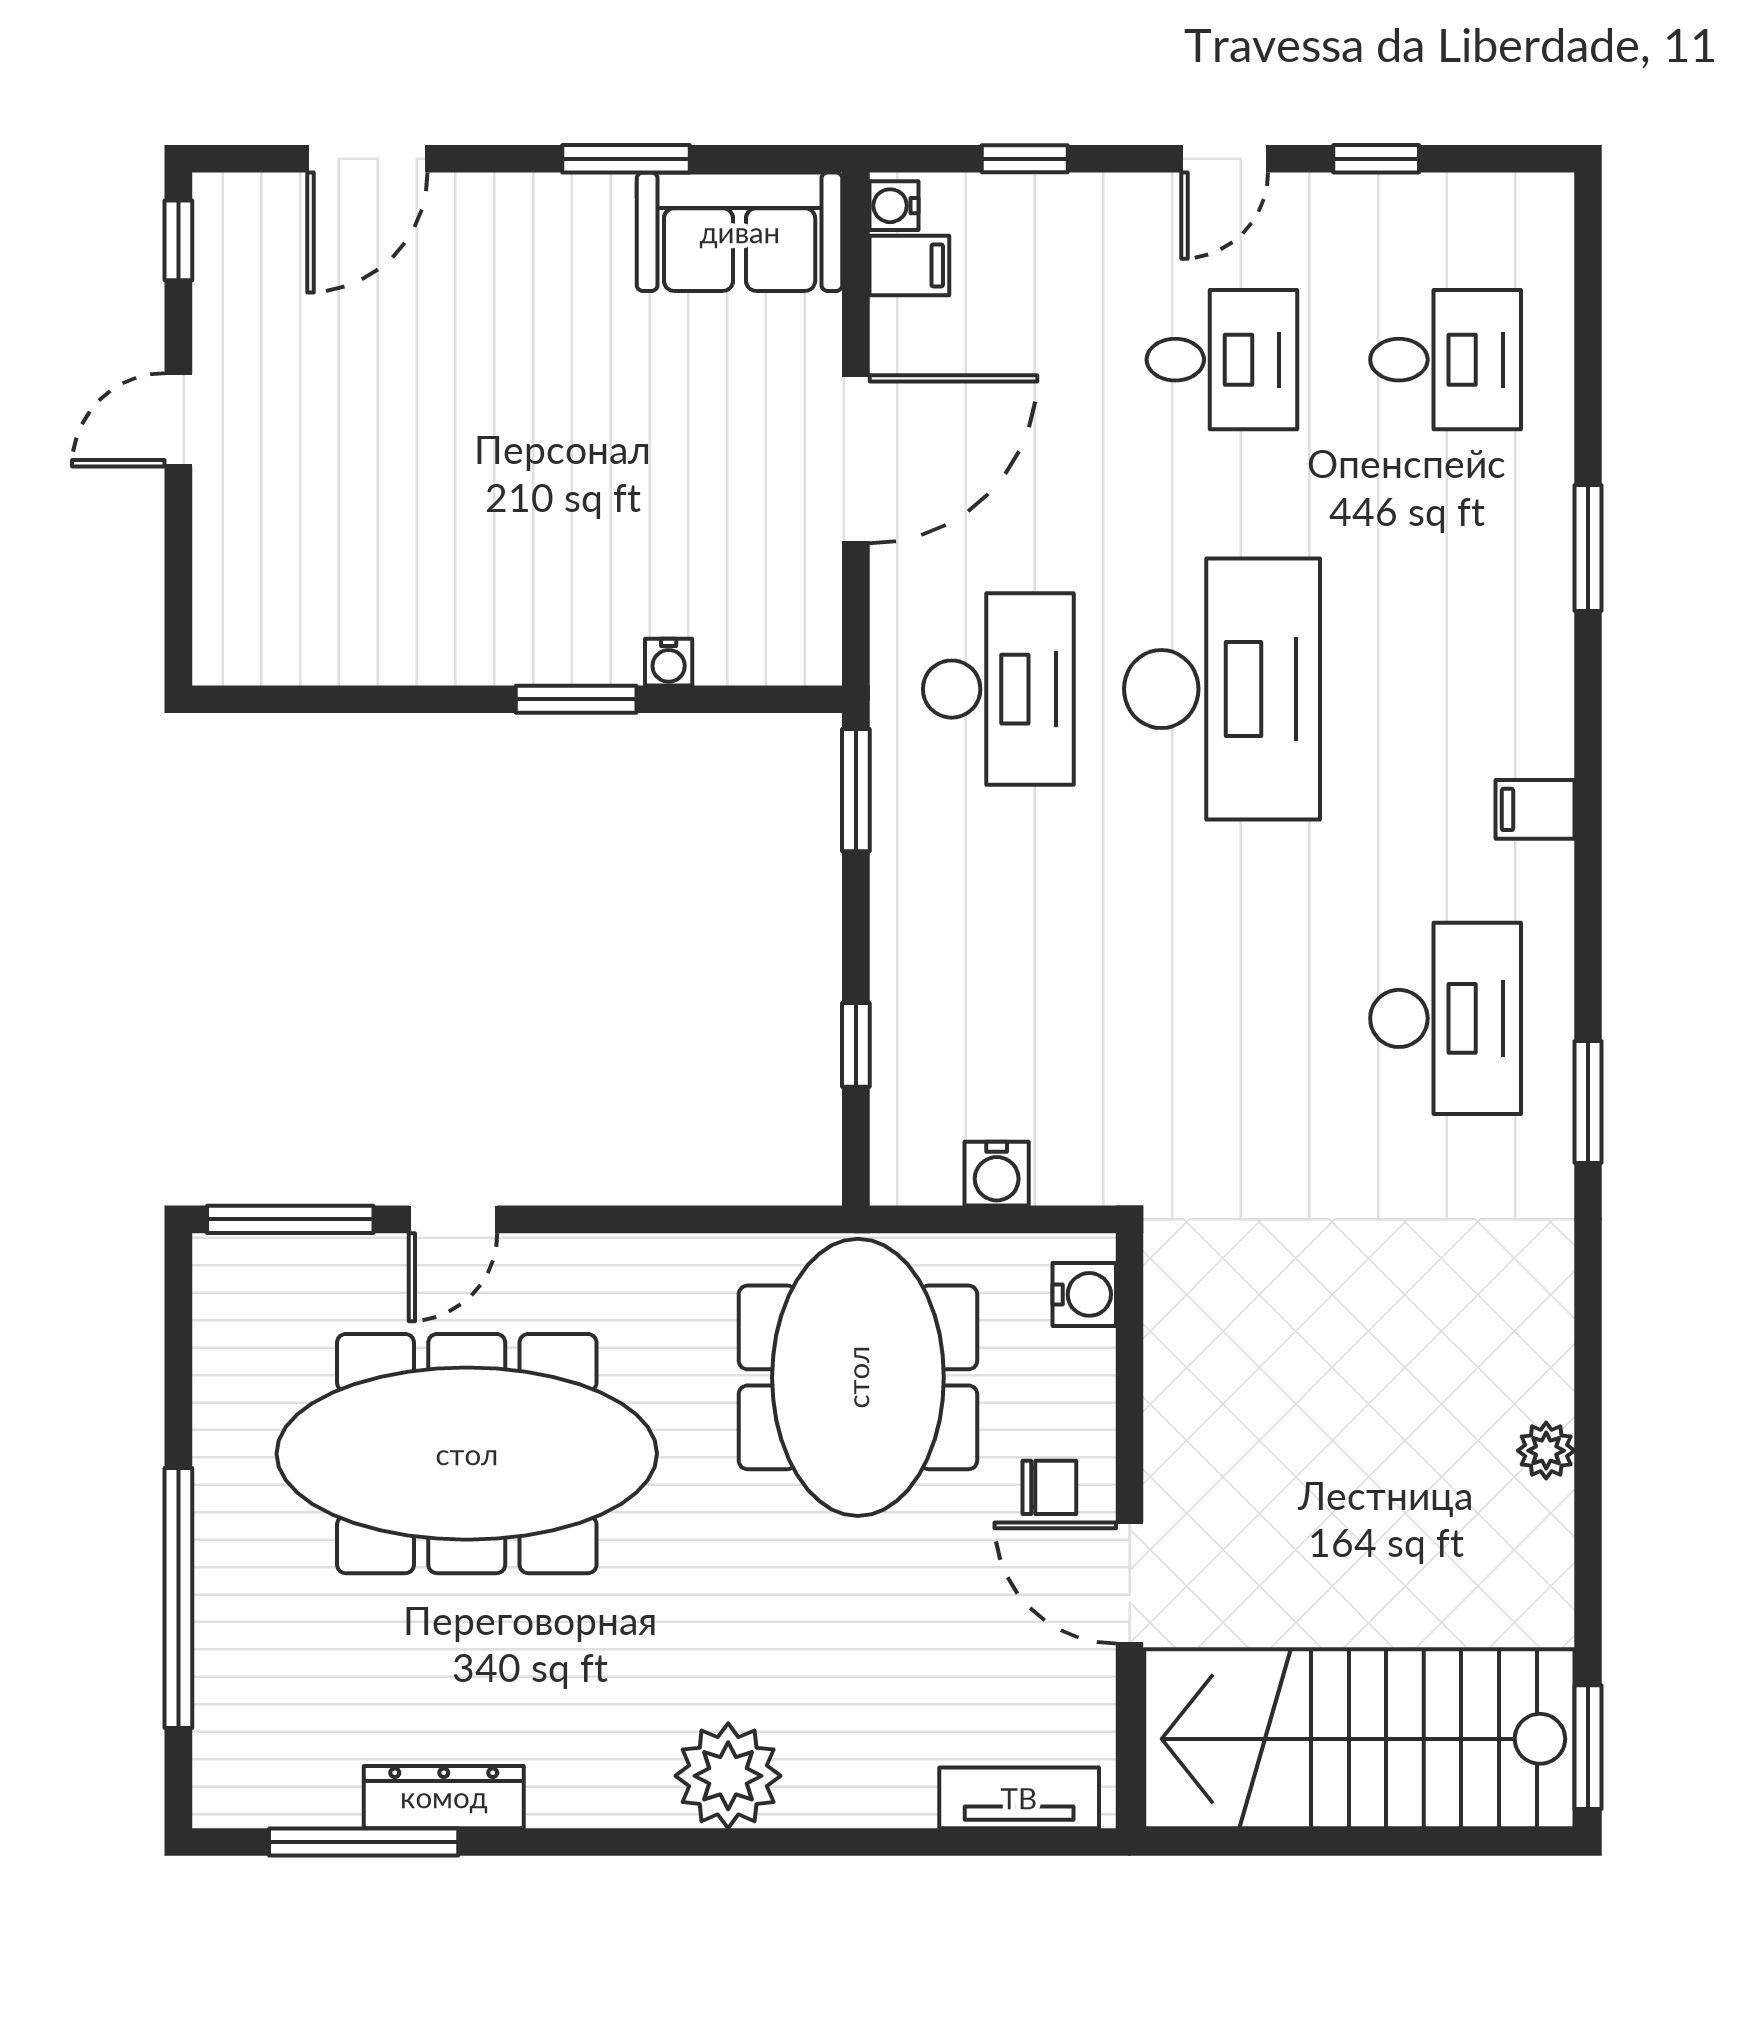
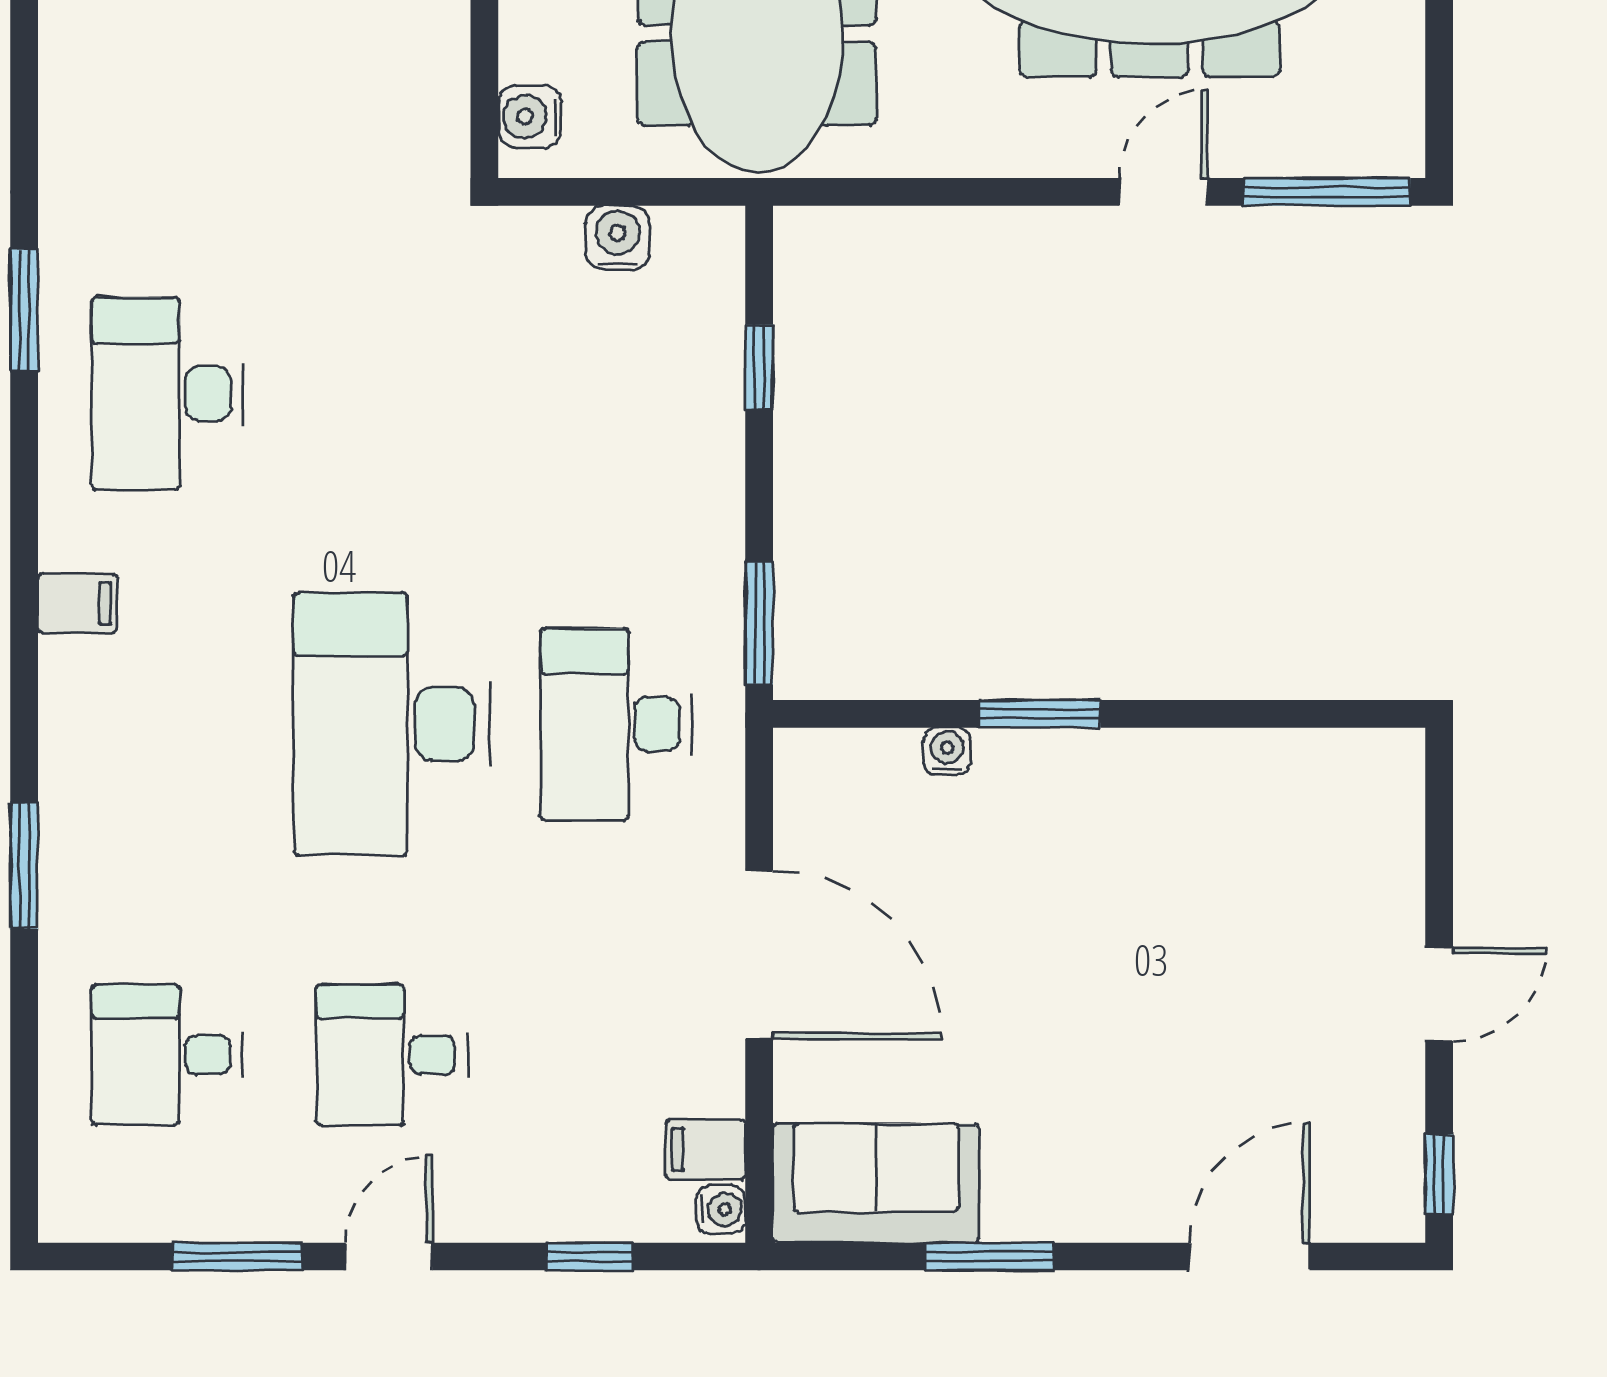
window: (1376, 159) -> (237, 1256), width x1.50
door: (856, 459) -> (759, 955), swing flipped

